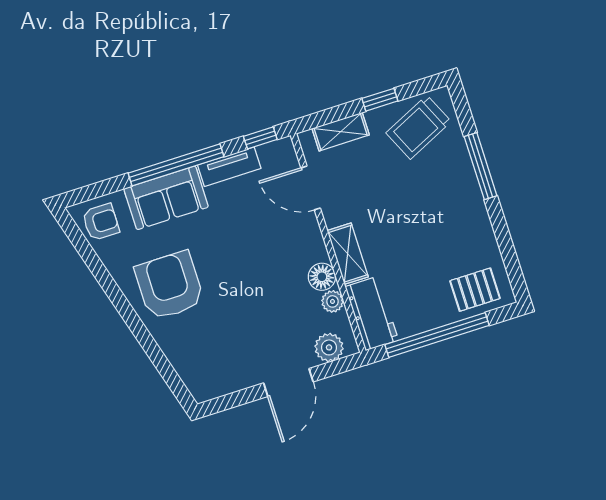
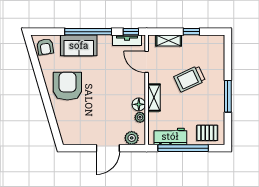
trolley: (419, 127) -> (190, 79), moved
window: (481, 166) -> (228, 96), moved
tv unit: (229, 167) -> (127, 40), moved
armchair: (101, 222) -> (45, 47), turned 82
workbench: (372, 313) -> (170, 136), moved, turned -90

